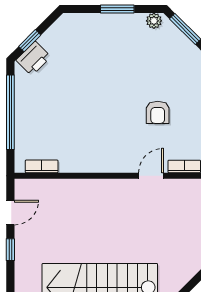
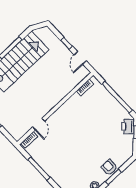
armchair: (158, 112) -> (109, 167), moved

